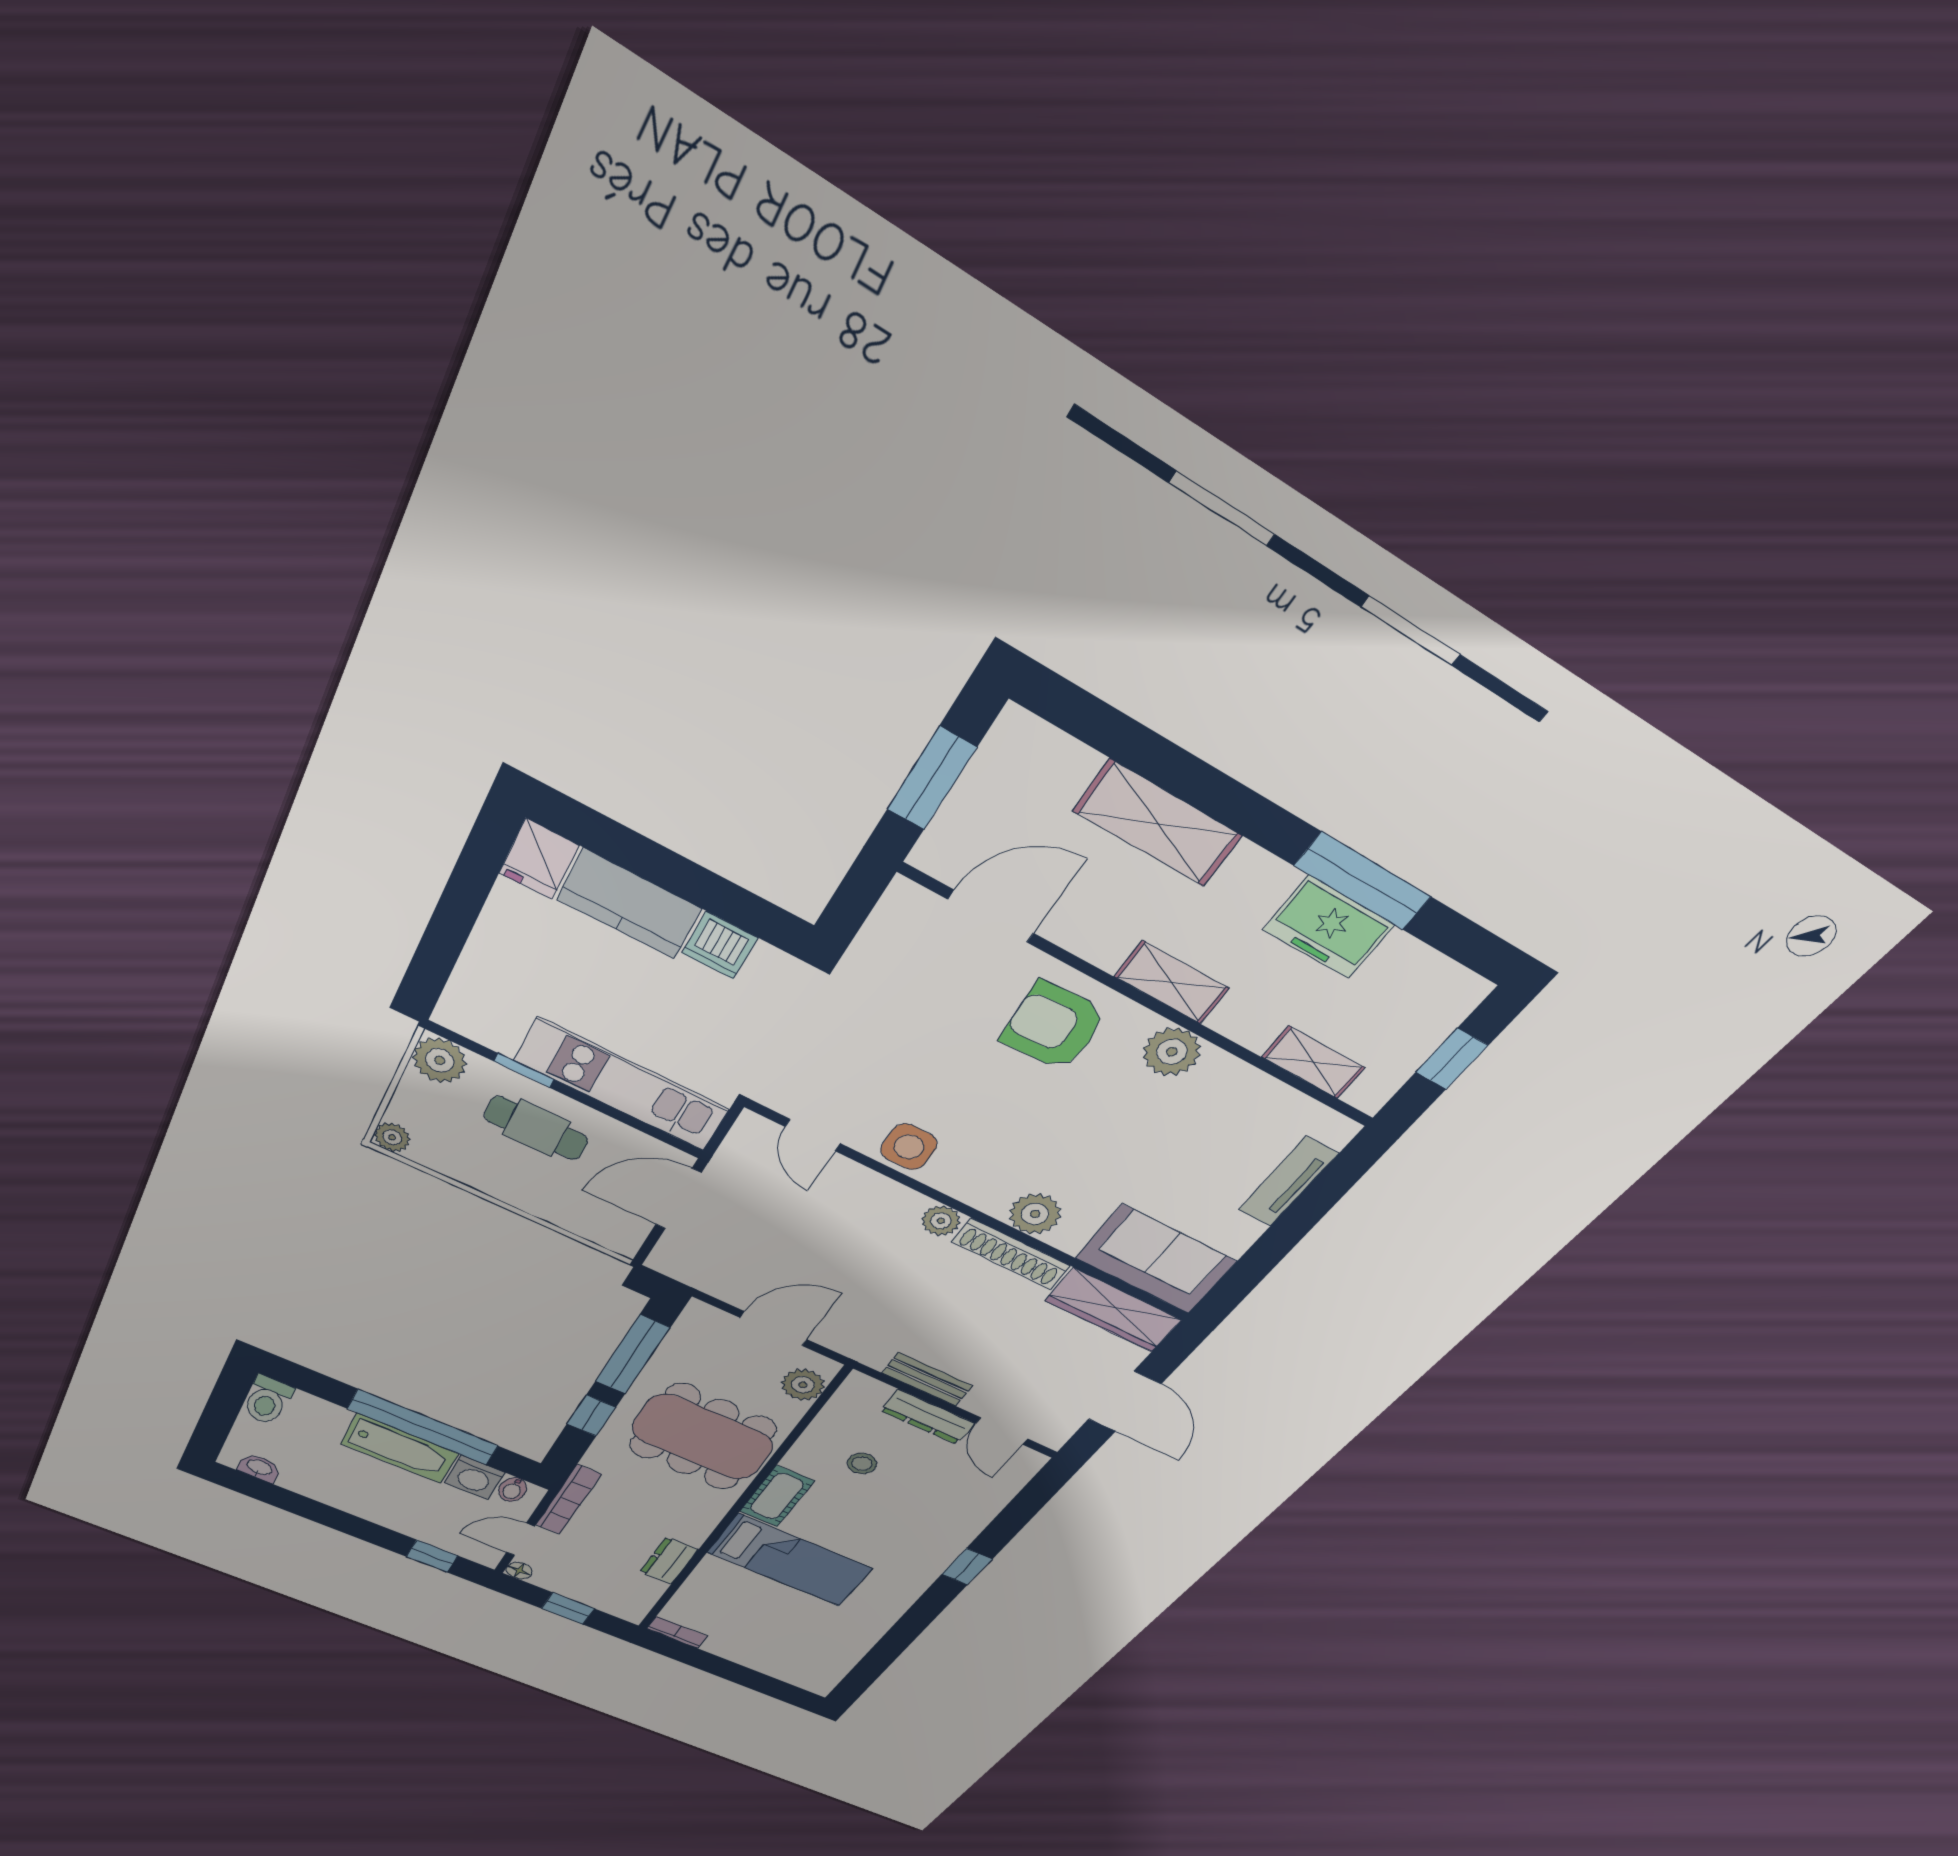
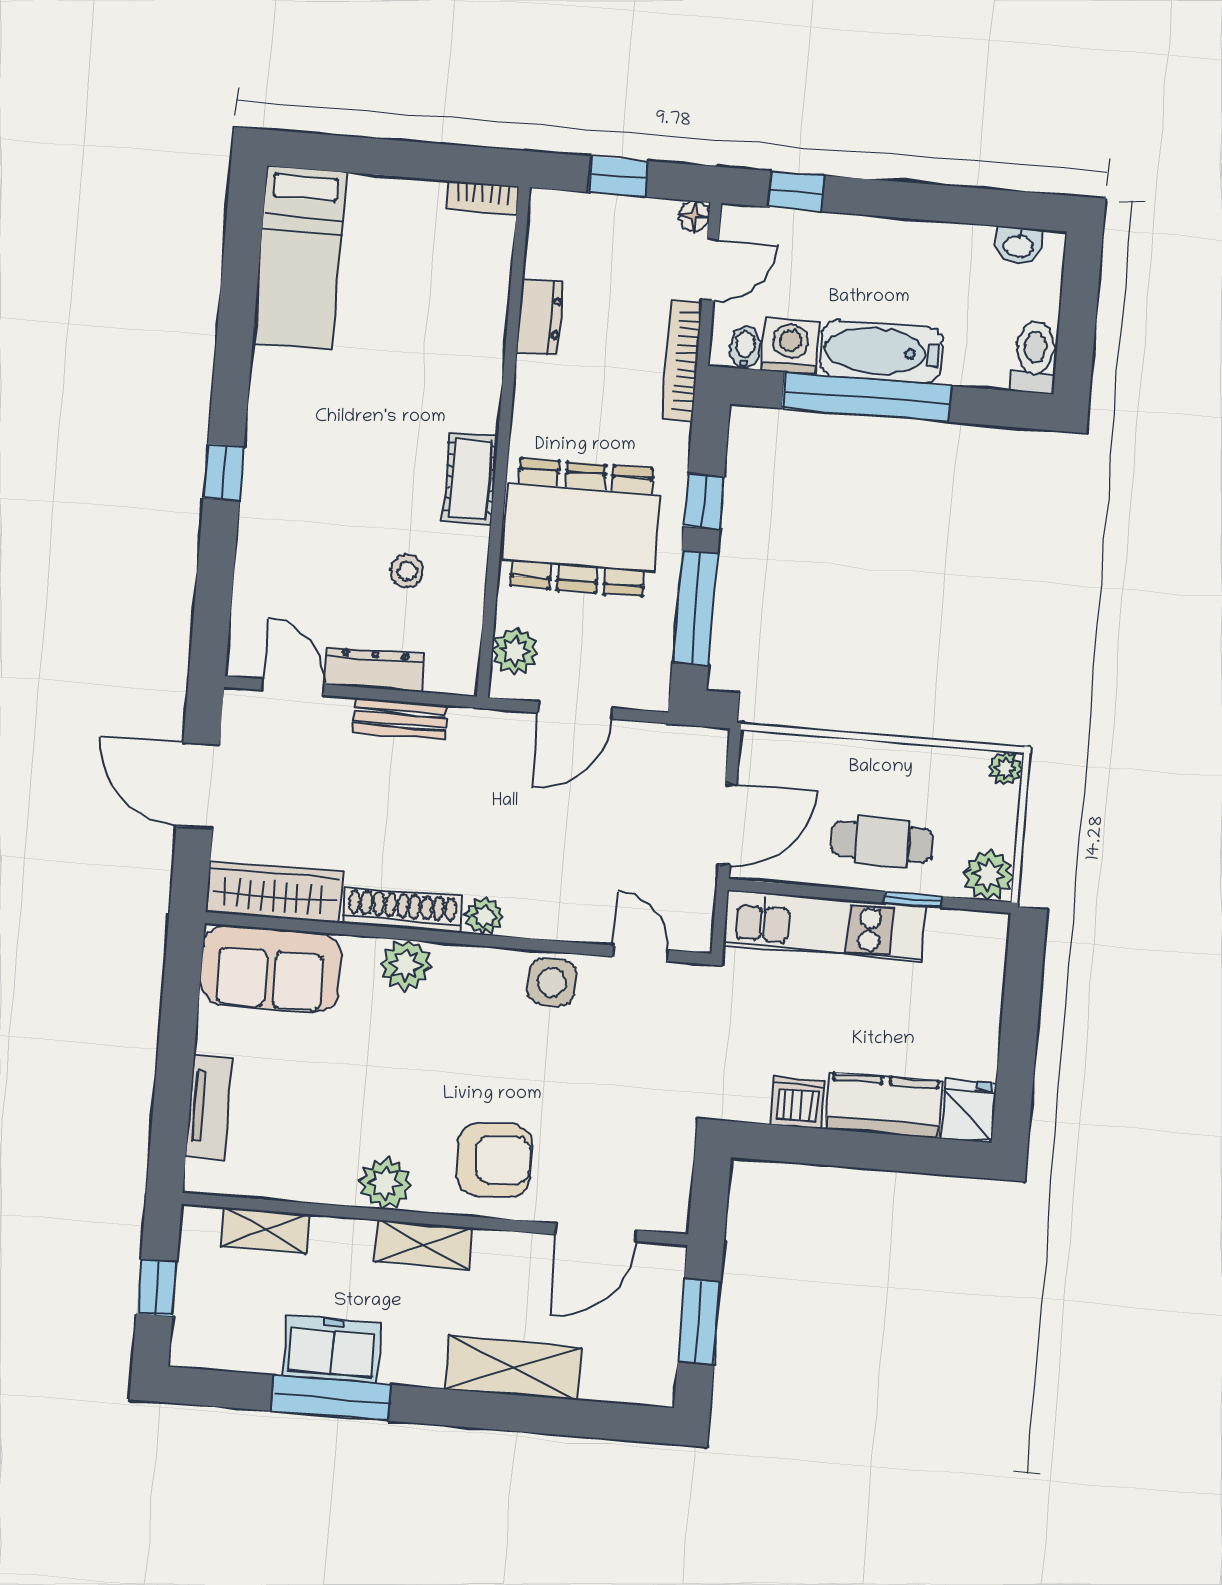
bed: (790, 1560) -> (300, 258), moved, turned -90

